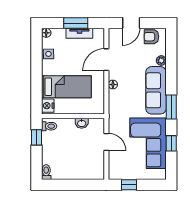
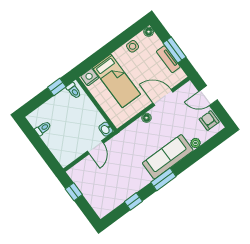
washbasin: (82, 123) -> (106, 129), moved
corner sofa: (148, 143) -> (120, 182), removed
toilet: (46, 172) -> (43, 128), moved

